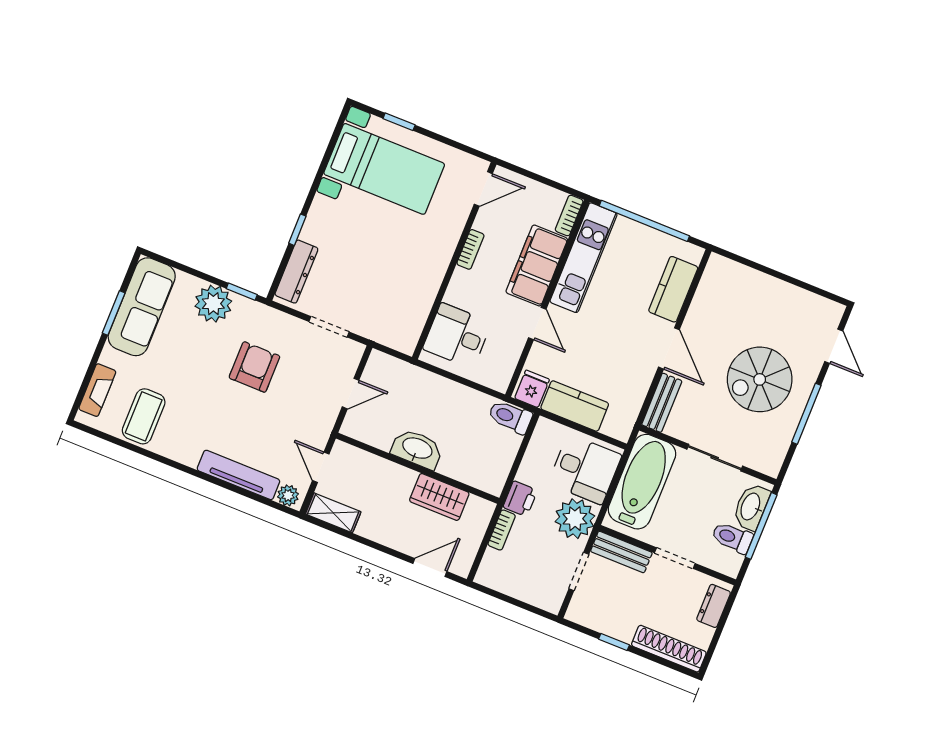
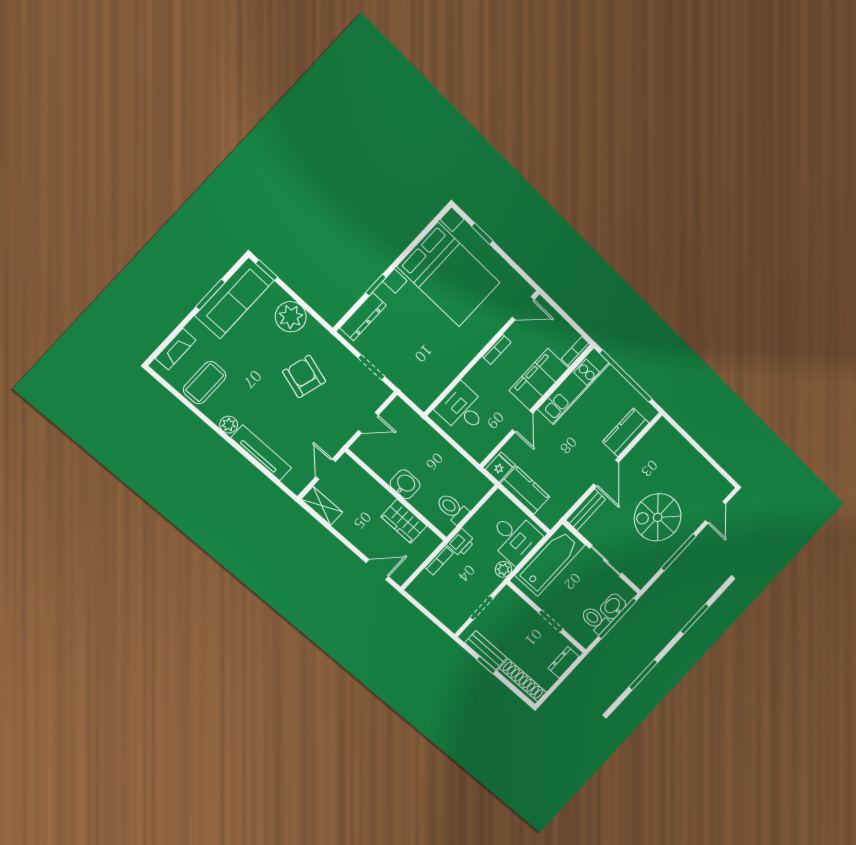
bed with nightstands: (384, 169) -> (449, 275), width x1.36
window: (242, 292) -> (267, 270), moved
armchair: (254, 367) -> (304, 377), turned -74
toilet: (510, 417) -> (452, 508), moved
washbasin: (417, 449) -> (405, 484), width x0.72
plant: (288, 495) -> (229, 425), moved
washbasin: (751, 507) -> (613, 606), width x0.72
plant: (575, 519) -> (504, 569), width x0.53, depth x0.53
bench: (621, 552) -> (486, 650), moved

